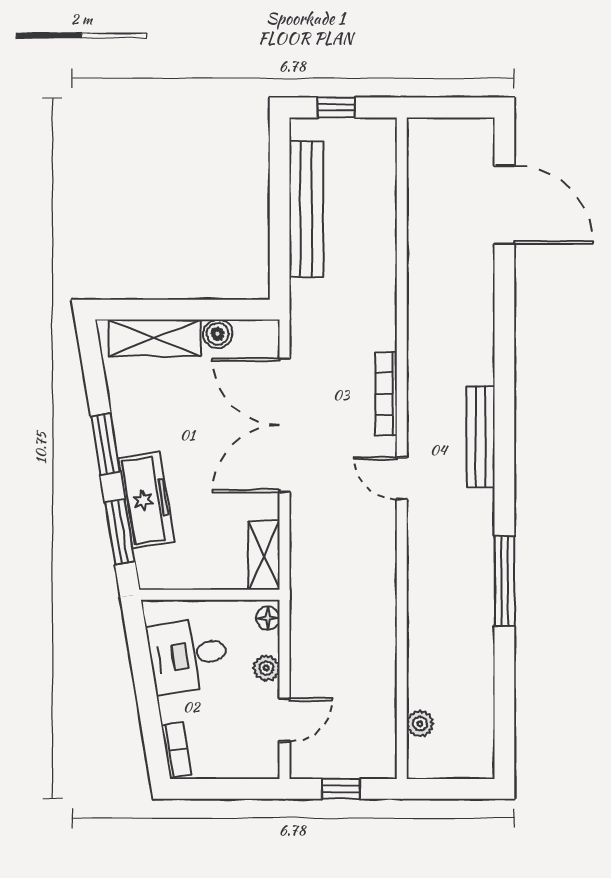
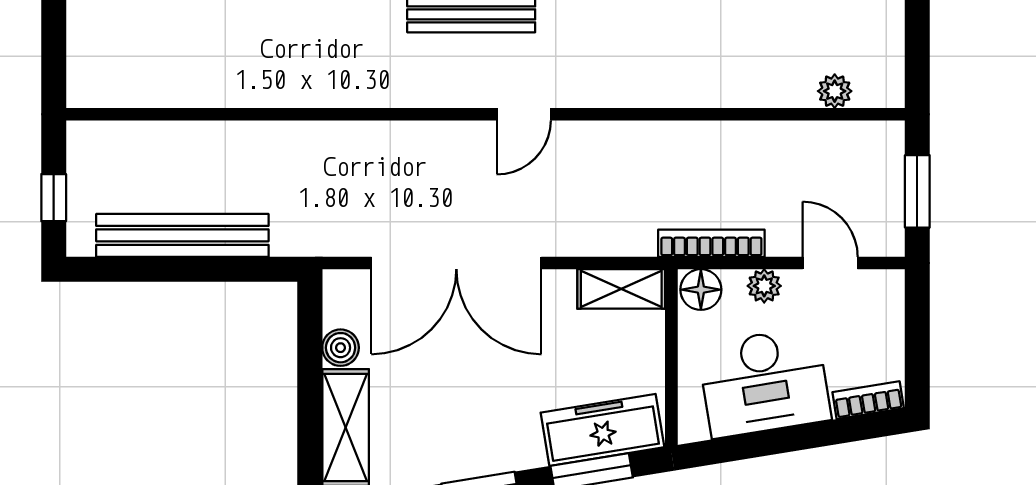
bookcase: (386, 394) -> (711, 243), moved, turned 180
freezer: (146, 500) -> (602, 430), moved
floor lamp: (268, 618) -> (701, 290), width x1.37, depth x1.37
desk: (188, 655) -> (764, 382), width x1.37
window: (341, 789) -> (917, 191), width x1.50

